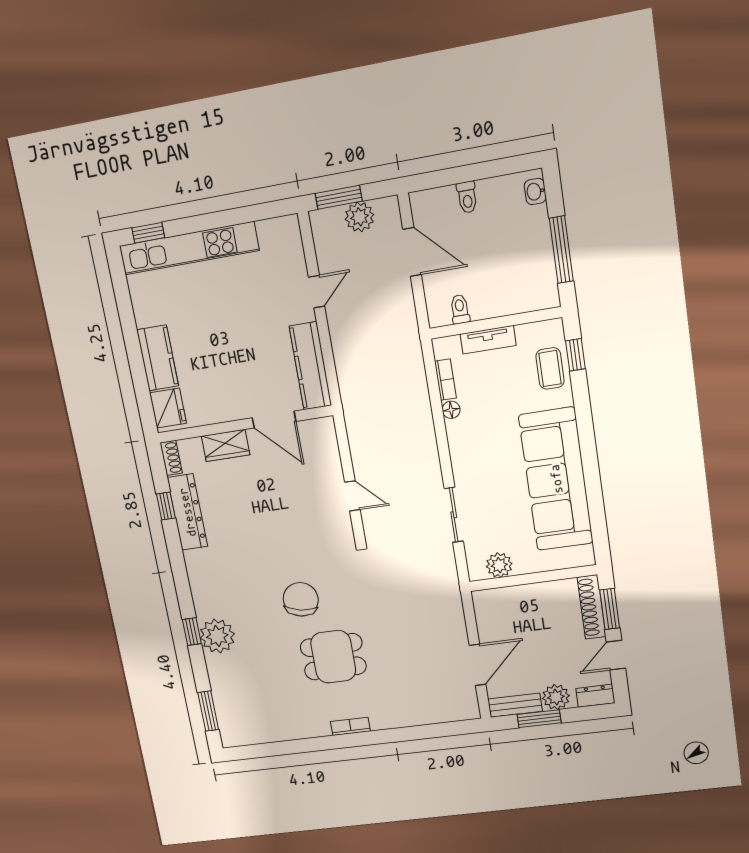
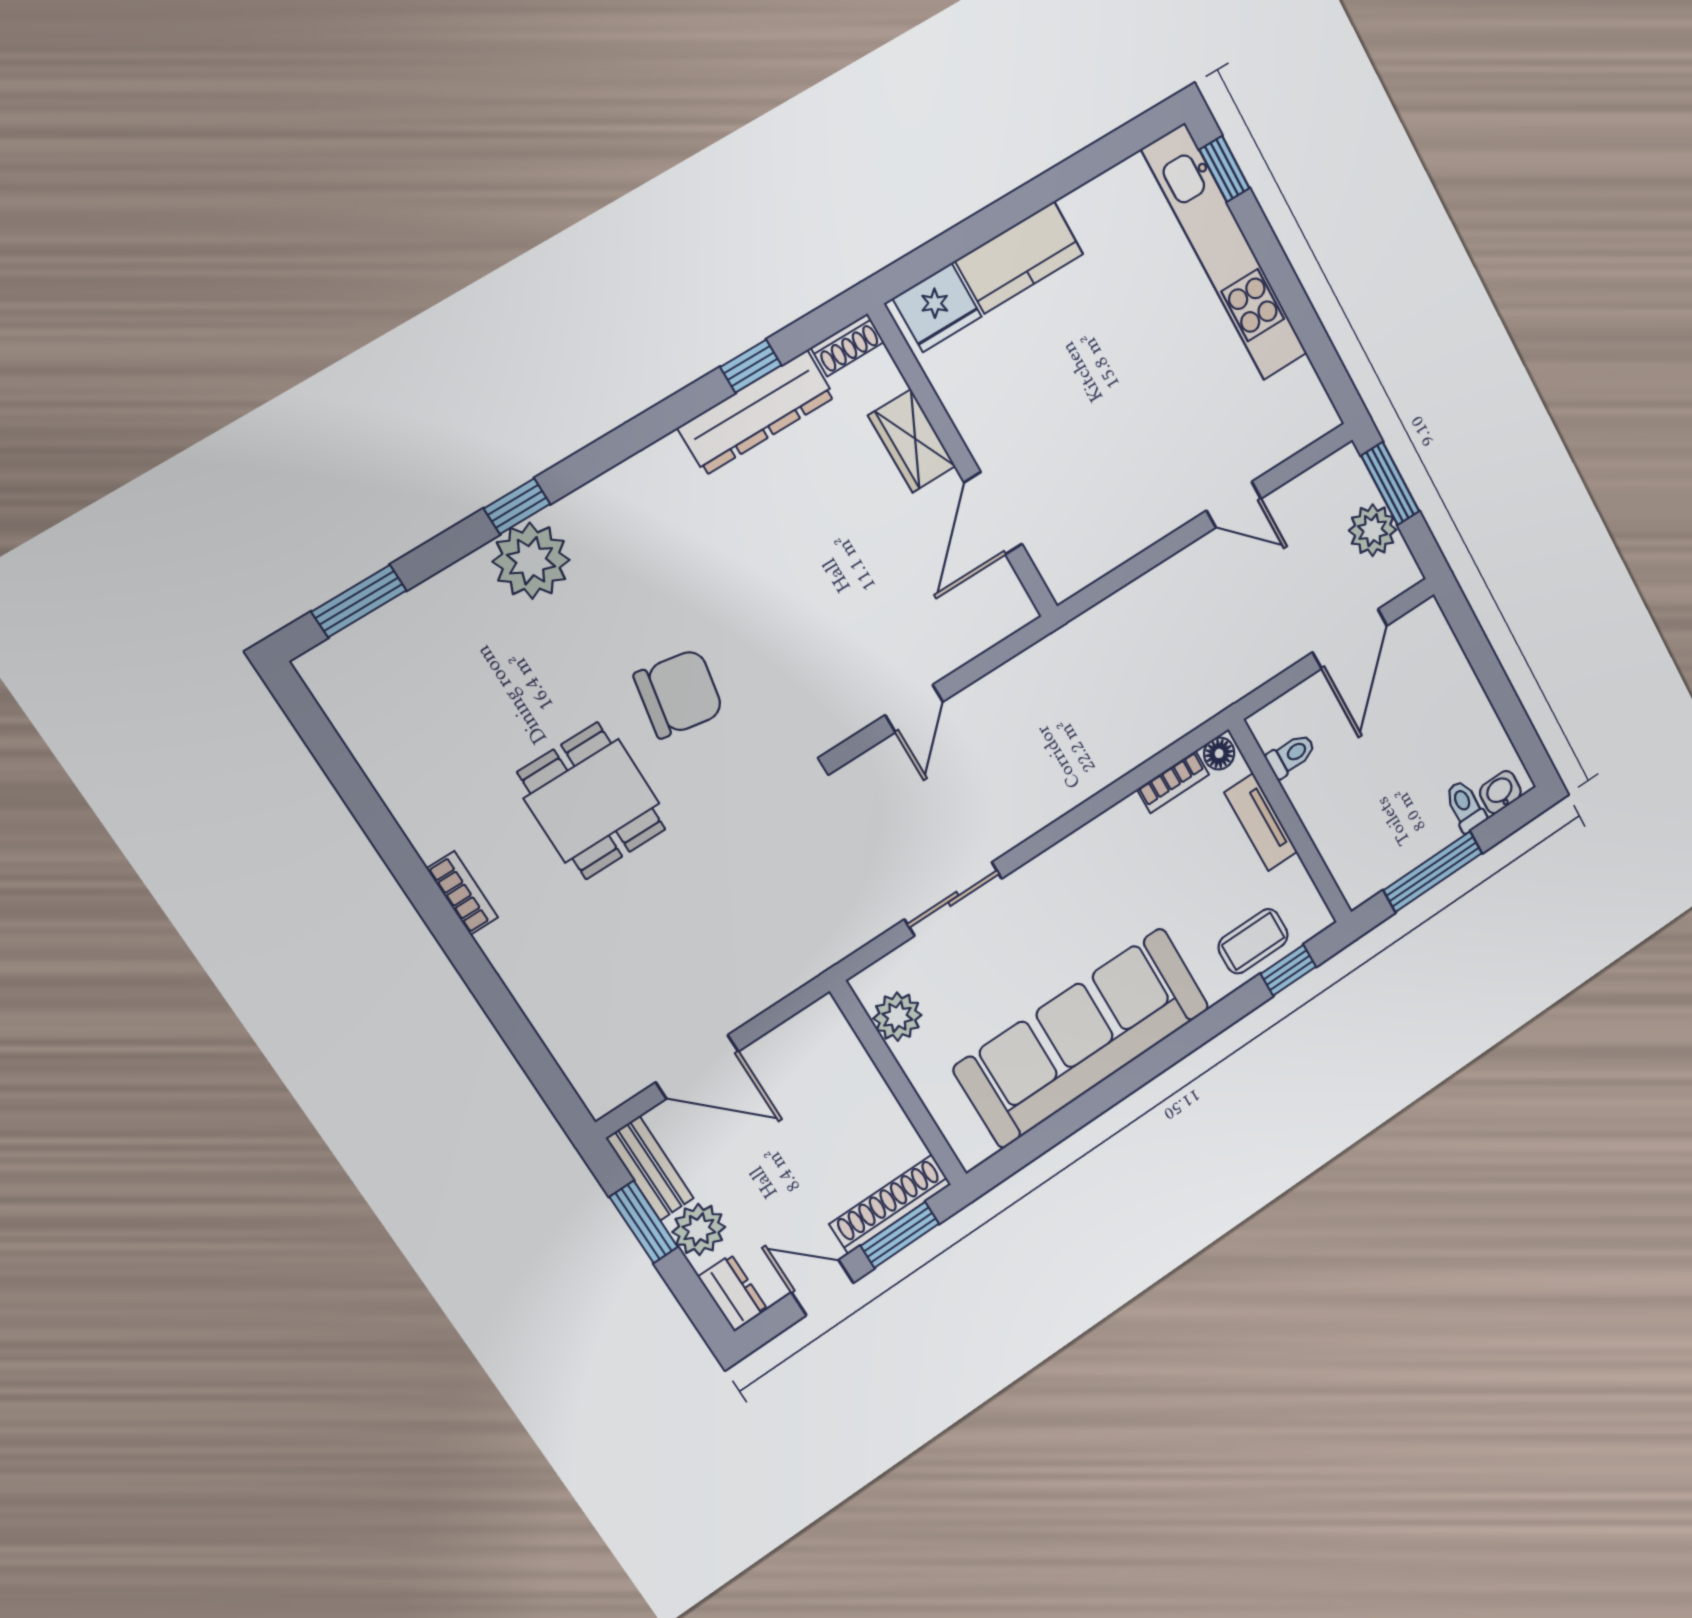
toilet: (467, 197) -> (1465, 806), moved, turned 90
kitchen counter: (310, 366) -> (1109, 542), removed
floor lamp: (451, 410) -> (1219, 753), moved

